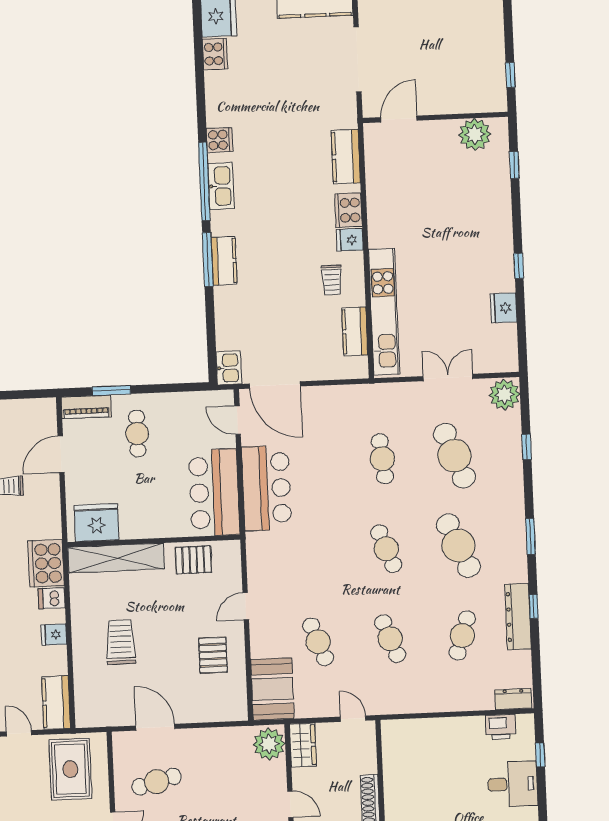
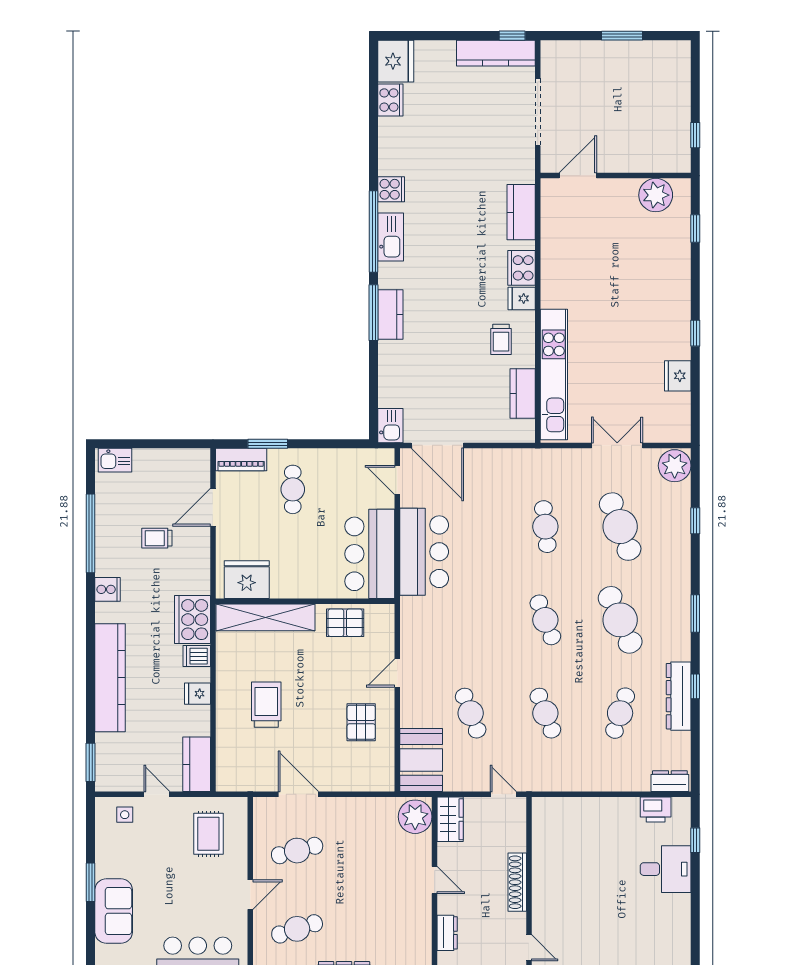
rug: (70, 769) -> (208, 834), width x0.73, depth x0.70

